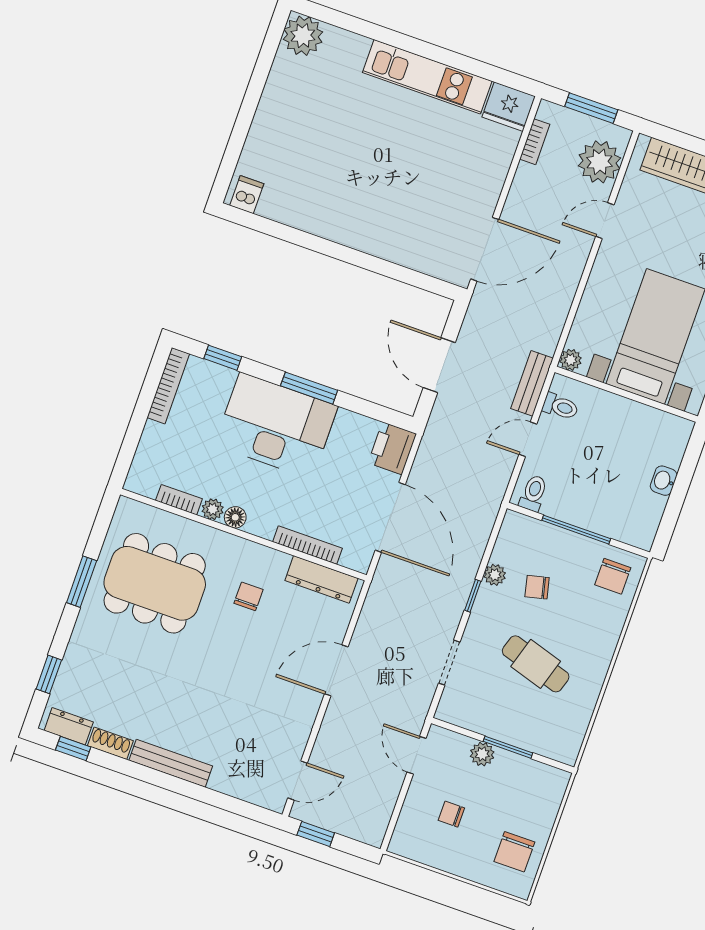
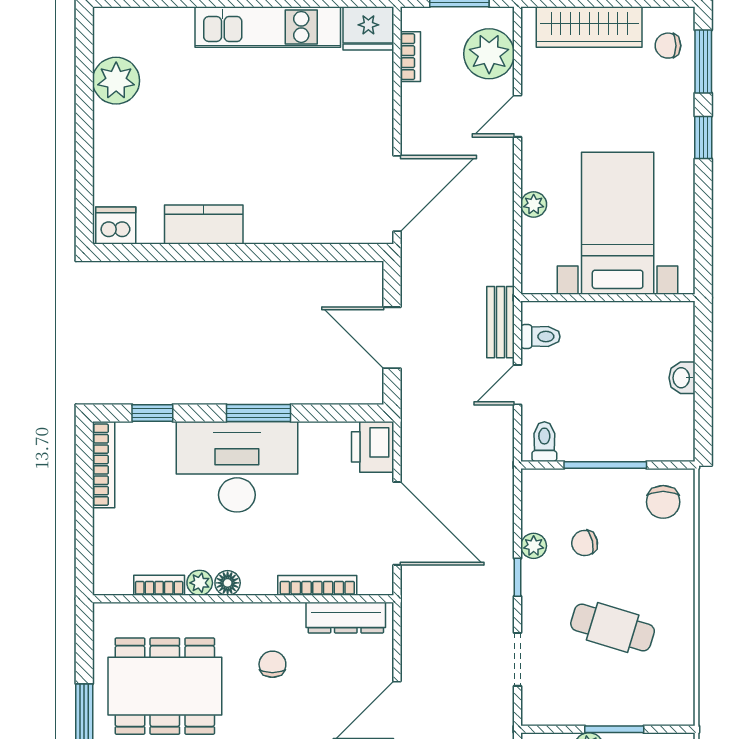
plant: (303, 36) -> (116, 81), moved
dishwasher: (247, 195) -> (116, 225), width x1.38
kitchen counter: (319, 219) -> (204, 225), added
plant: (571, 360) -> (534, 204), moved

